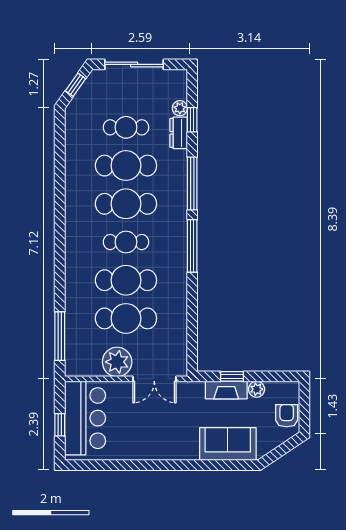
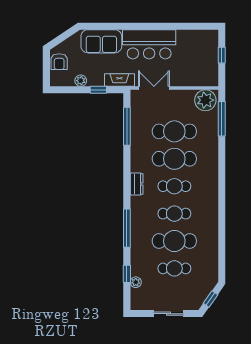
sliding door: (134, 64) -> (169, 314), width x0.73
dresser: (179, 133) -> (137, 184), moved
cafe table: (126, 204) -> (174, 214), width x0.73, depth x0.74
window: (192, 246) -> (127, 126), moved
plant: (117, 362) -> (205, 100), moved
fireplace: (226, 390) -> (119, 80), moved
bar counter: (85, 418) -> (149, 44), moved, turned -90

